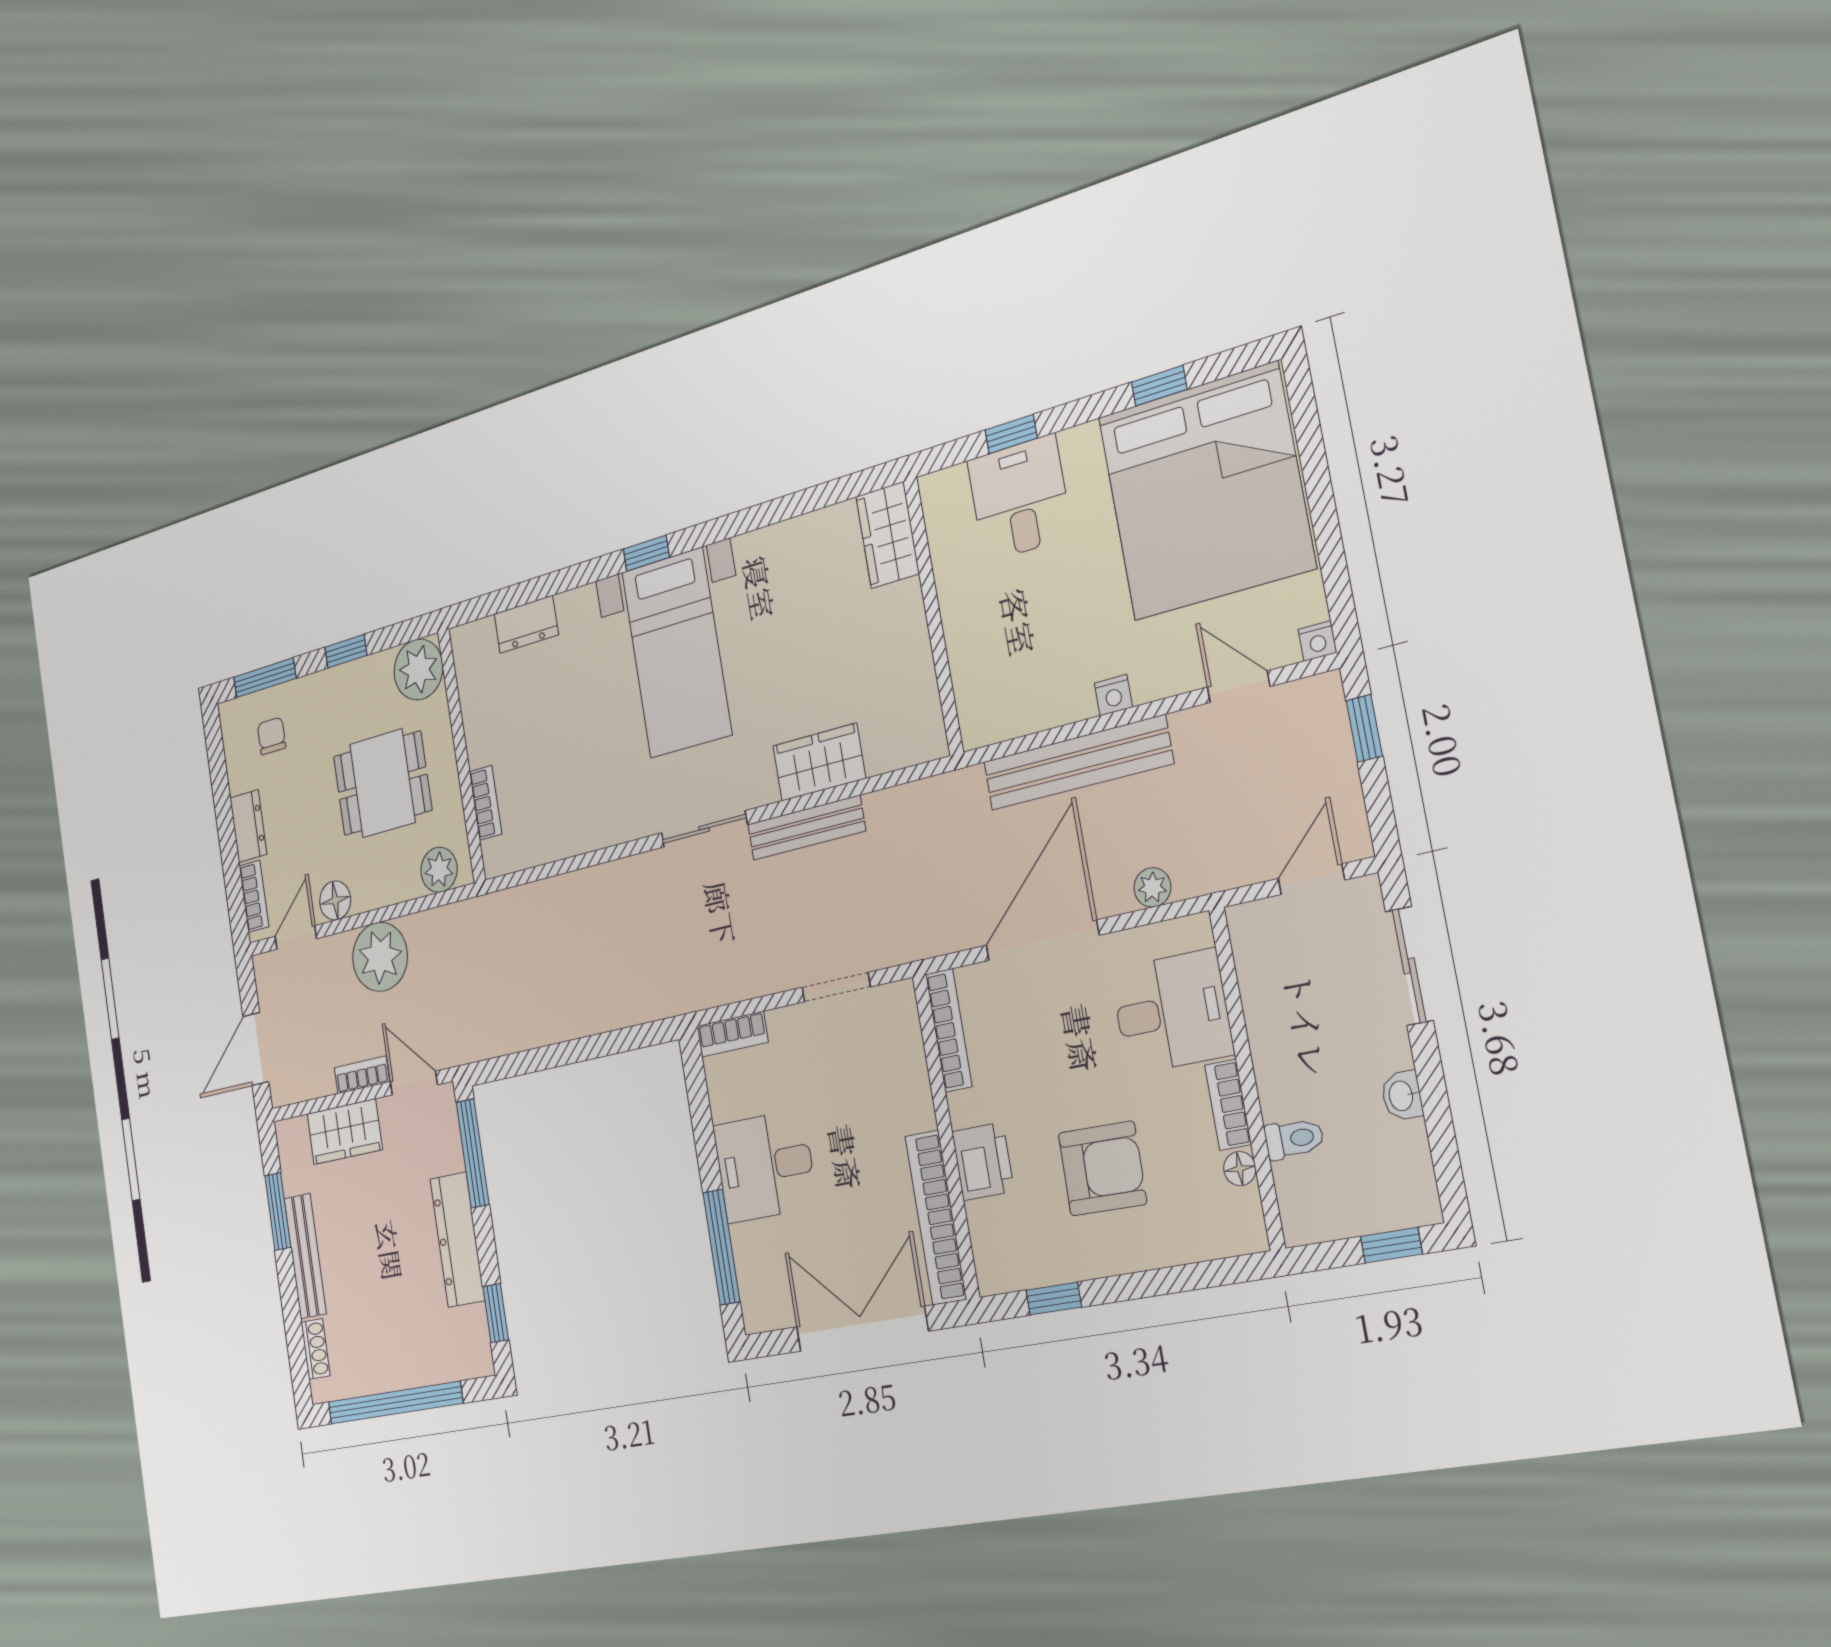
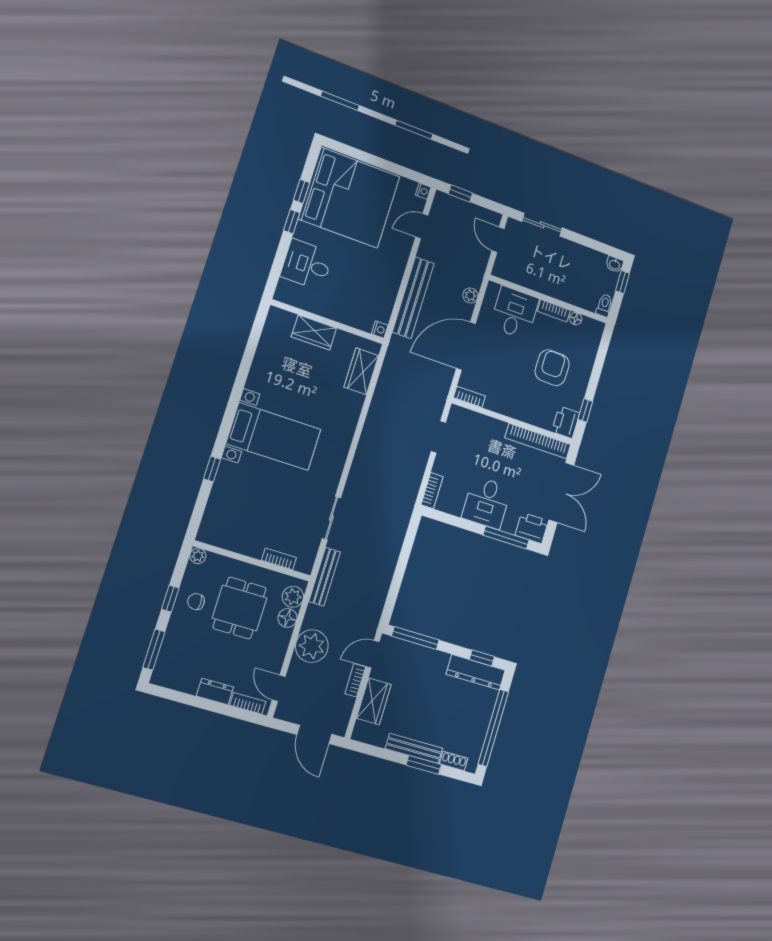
window: (1011, 434) -> (292, 222), moved
wardrobe: (888, 535) -> (314, 332), moved
window: (646, 553) -> (212, 469), moved
dresser: (526, 624) -> (218, 500), removed
plant: (418, 669) -> (198, 556), width x0.53, depth x0.53
nightstand: (1113, 695) -> (380, 330), moved
chair: (272, 736) -> (196, 602), moved
wardrobe: (819, 762) -> (361, 371), moved
bench: (806, 828) -> (325, 577), moved
sliding door: (704, 829) -> (331, 518), moved
floor lamp: (335, 900) -> (288, 618), moved
door: (1042, 940) -> (466, 346), hinge flipped
bookcase: (949, 1030) -> (469, 397), width x0.64
washbasin: (1402, 1096) -> (615, 264), moved
toilet: (1294, 1139) -> (604, 305), moved
printer: (983, 1161) -> (566, 422), moved, turned -90
window: (278, 1211) -> (424, 765), moved
dresser: (457, 1240) -> (476, 672), moved
printer: (764, 1296) -> (532, 528), added
double door: (862, 1329) -> (561, 492), swing flipped

